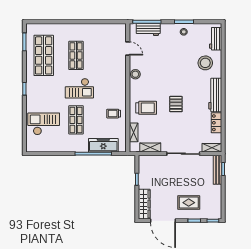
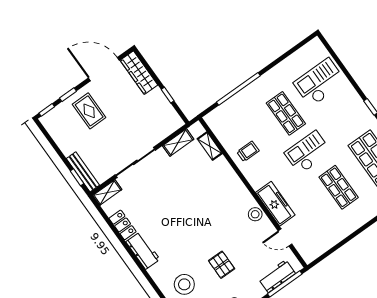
workbench: (215, 95) -> (143, 251), width x0.73
pallet: (176, 104) -> (222, 265), moved
trolley: (146, 108) -> (215, 185), removed
checkout: (44, 124) -> (320, 82), turned 180
freezer: (103, 145) -> (275, 204), moved, turned -90
rug: (189, 203) -> (89, 111), turned 90

